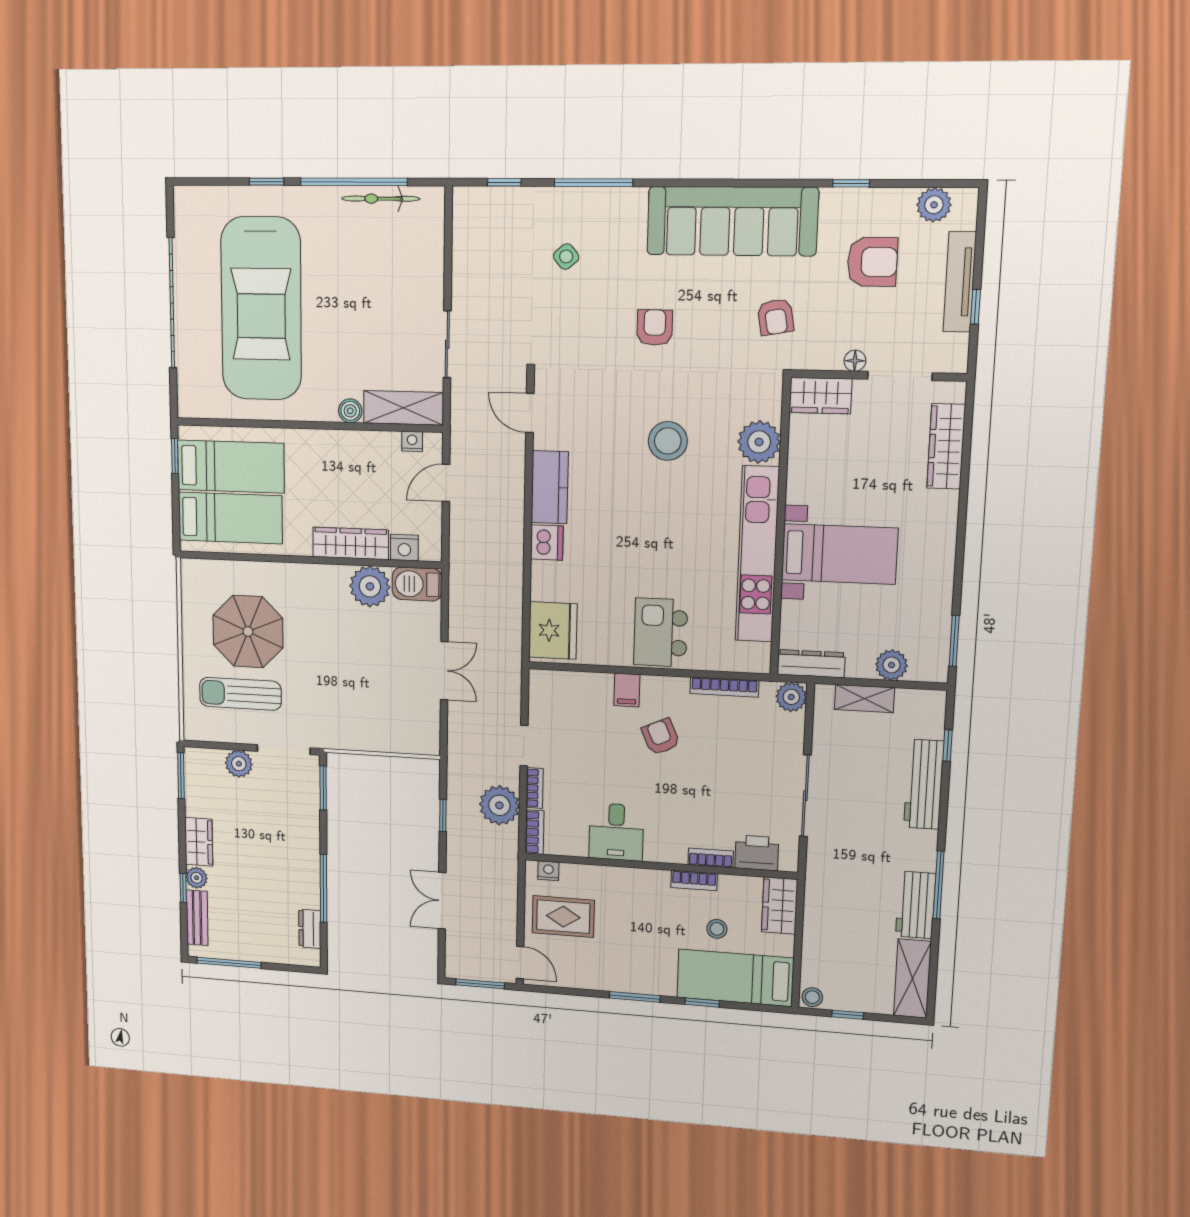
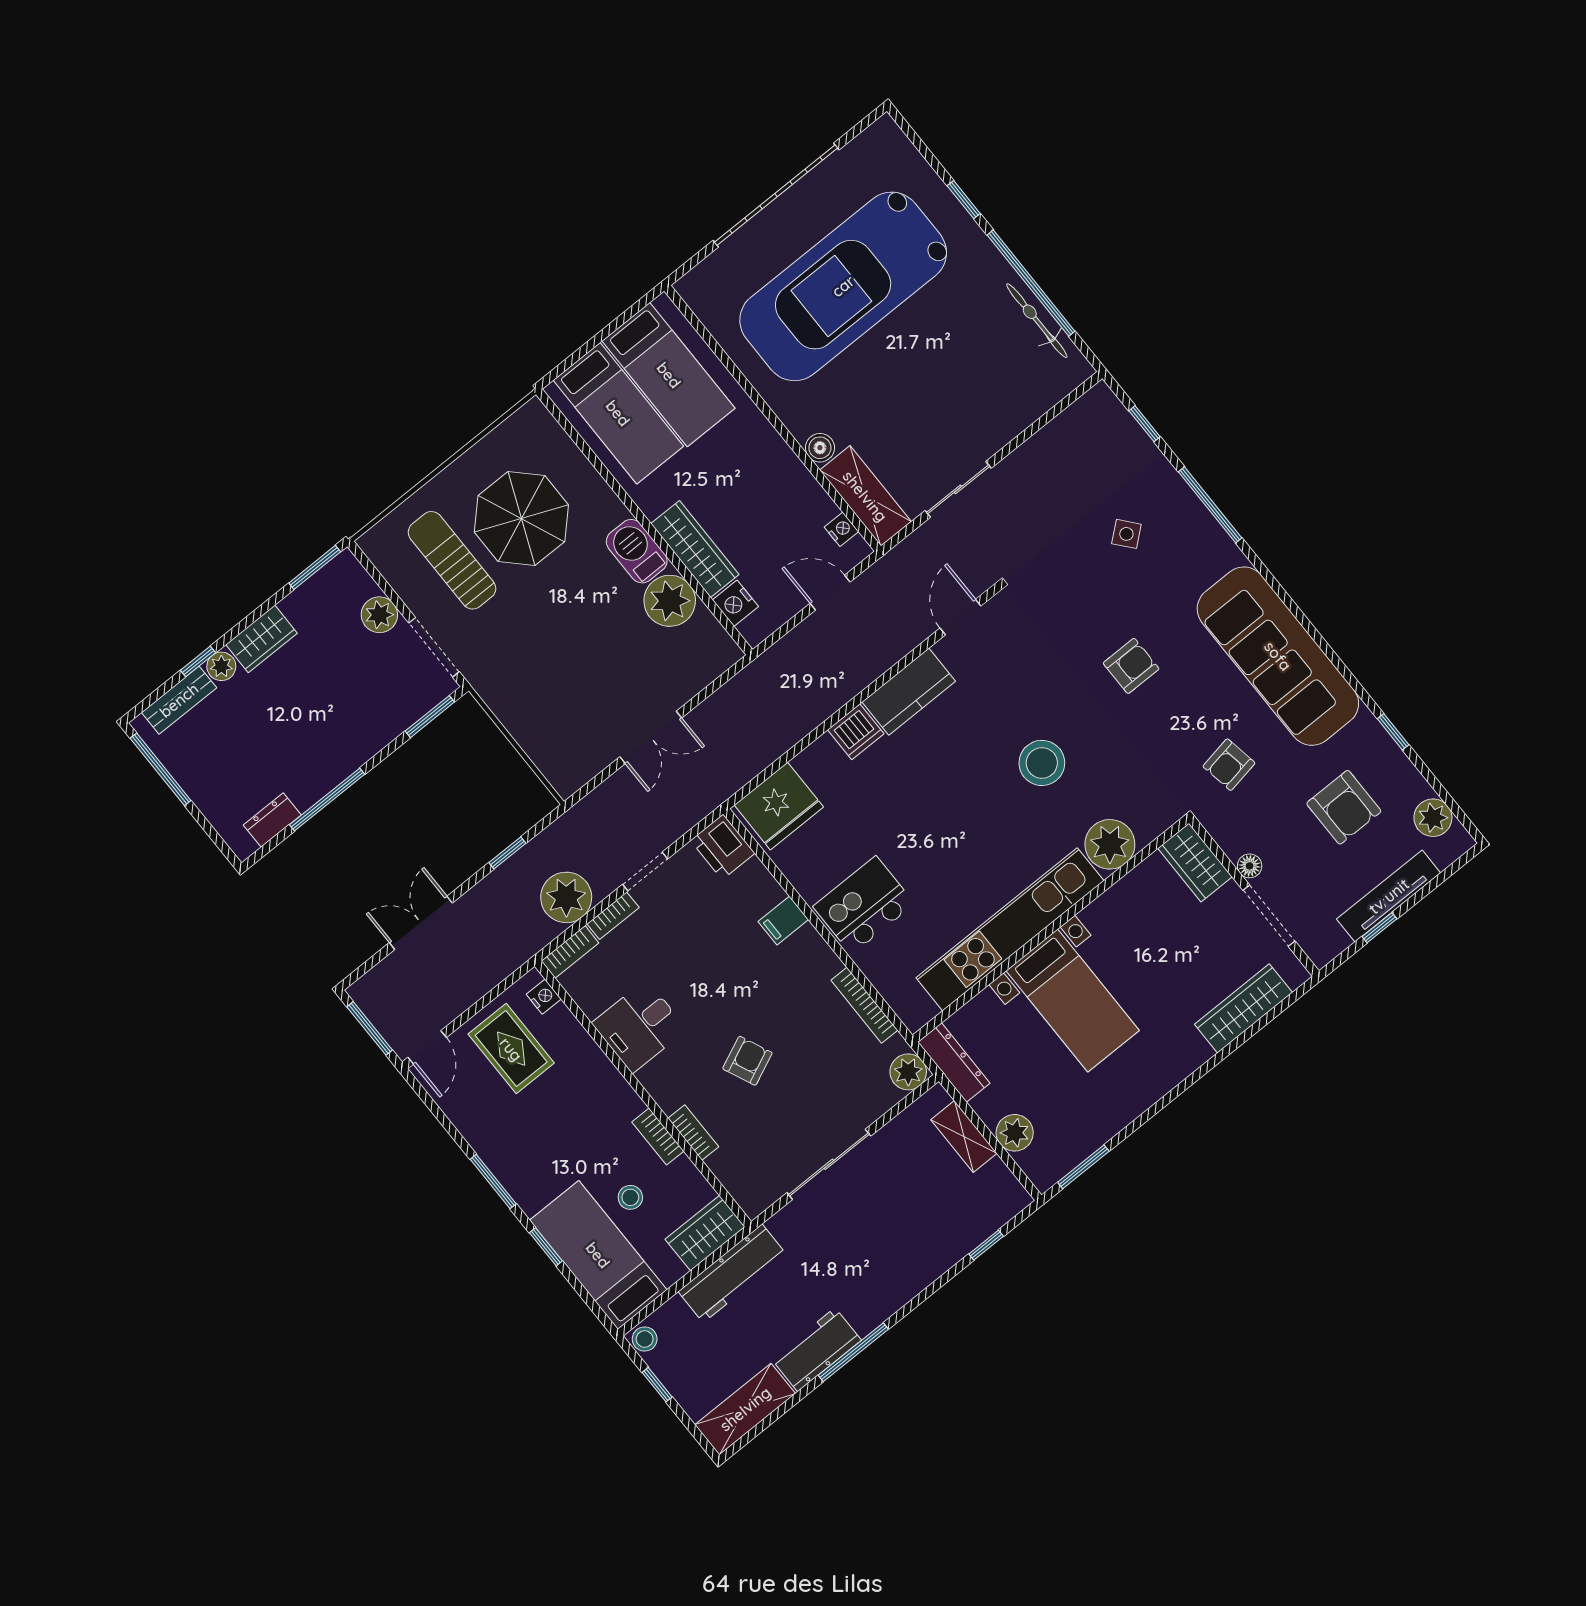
window: (175, 456) -> (632, 312), removed
barbecue: (417, 584) -> (637, 551), moved
armchair: (661, 737) -> (747, 1061), moved
workbench: (924, 784) -> (733, 1273), moved, turned 180
printer: (757, 853) -> (723, 847), moved, turned 180

